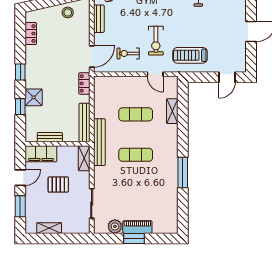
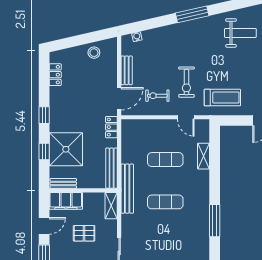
bench: (99, 19) -> (127, 70), moved
treadmill: (190, 55) -> (222, 98), turned 180
shower: (34, 97) -> (66, 149), width x1.86, depth x1.86
bench: (50, 137) -> (63, 183), moved

